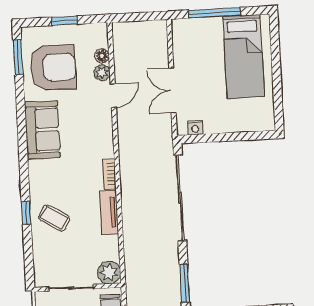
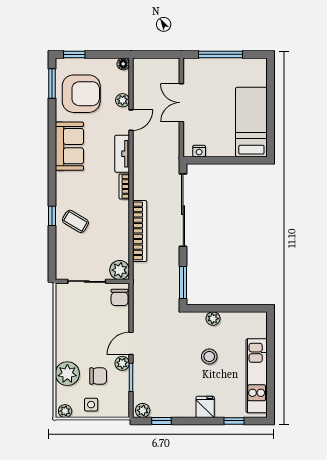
window: (64, 21) -> (74, 54), moved
floor lamp: (102, 56) -> (123, 64), moved
bed: (244, 56) -> (251, 122), moved, turned 180
double door: (172, 91) -> (181, 103), moved
tv unit: (109, 213) -> (122, 154), moved
bookcase: (130, 225) -> (140, 231), added

